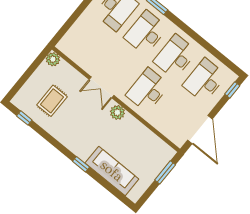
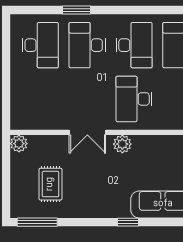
desk: (175, 57) -> (134, 45), turned 180
window: (24, 118) -> (37, 222), width x2.17

